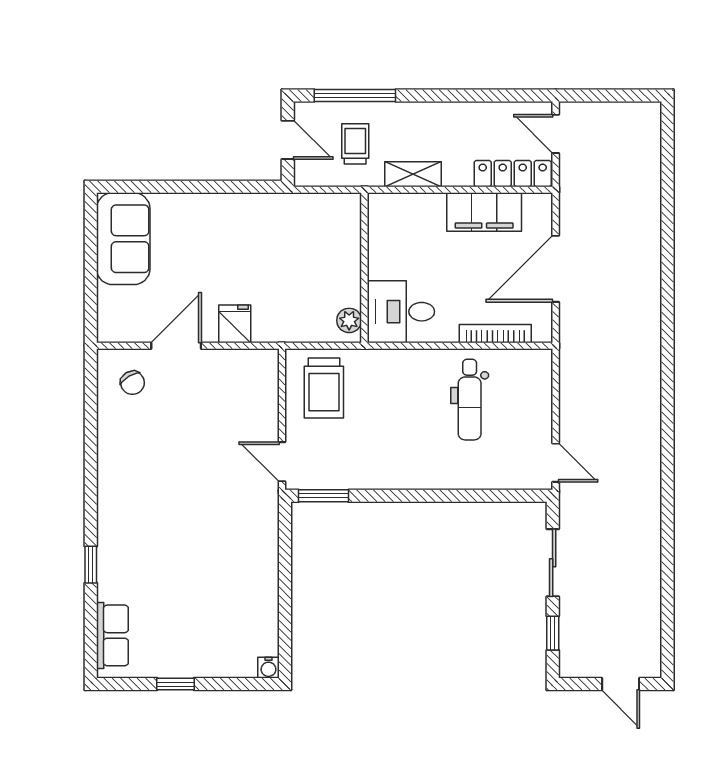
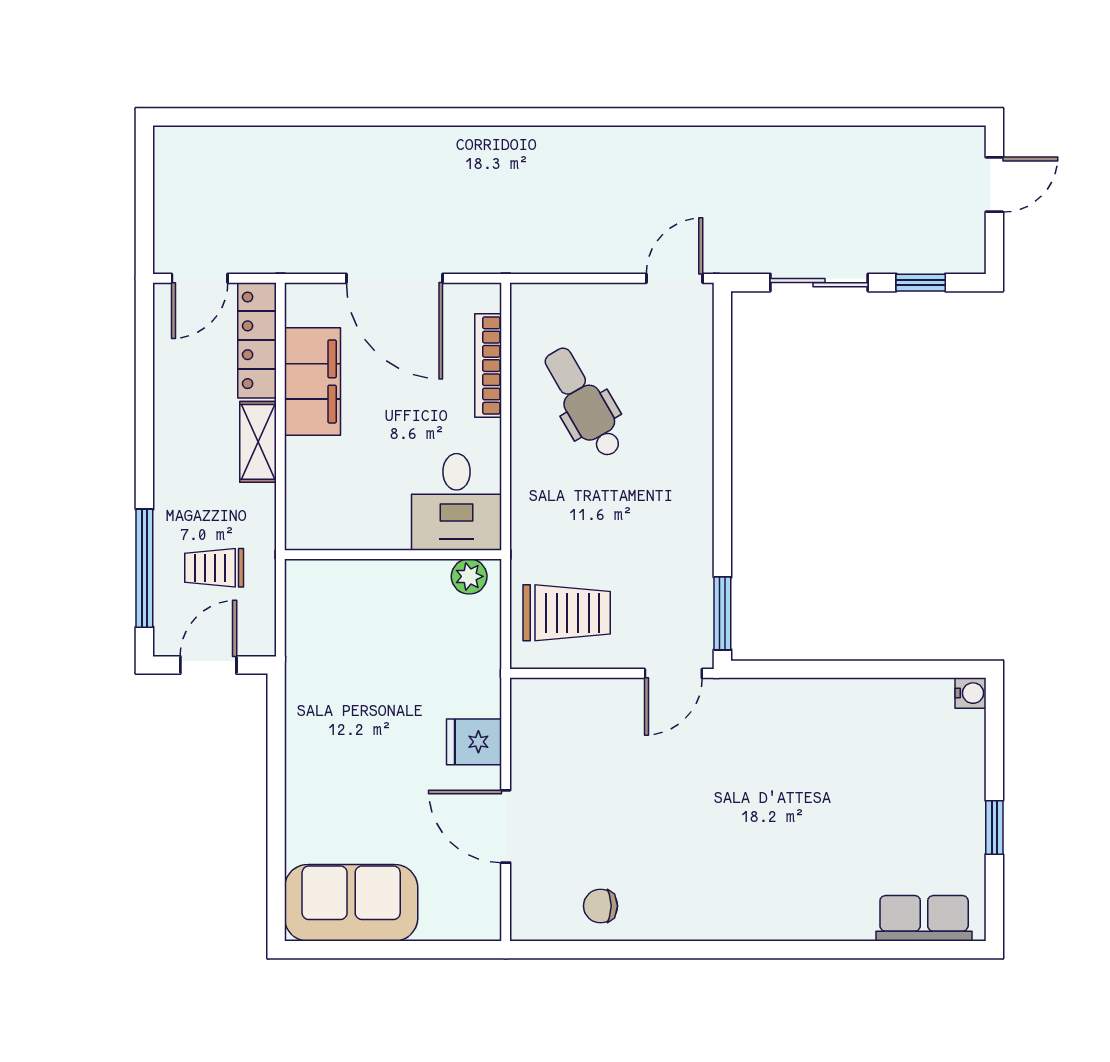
shelving: (413, 174) -> (258, 442), moved
chair: (132, 383) -> (601, 906), moved, turned -149
dental chair: (470, 400) -> (583, 402), turned -120
window: (91, 565) -> (822, 950), removed

